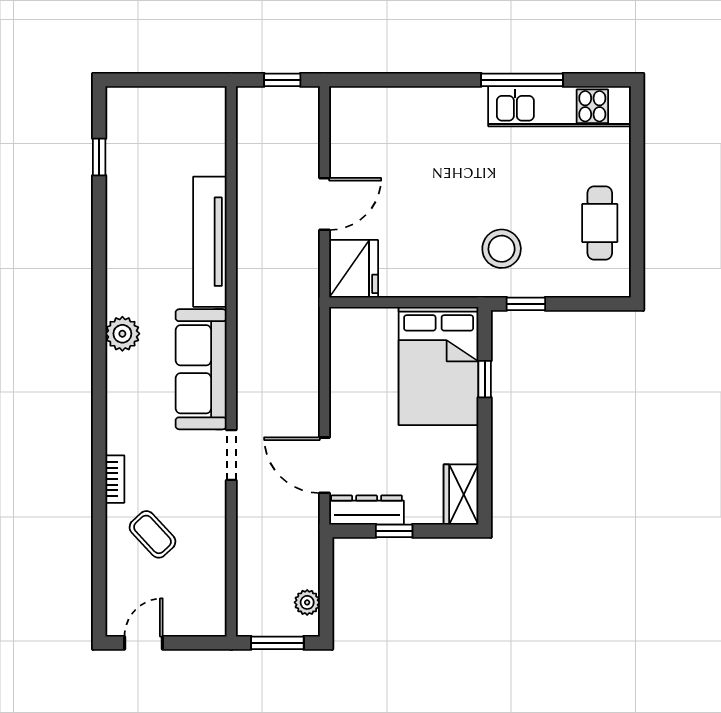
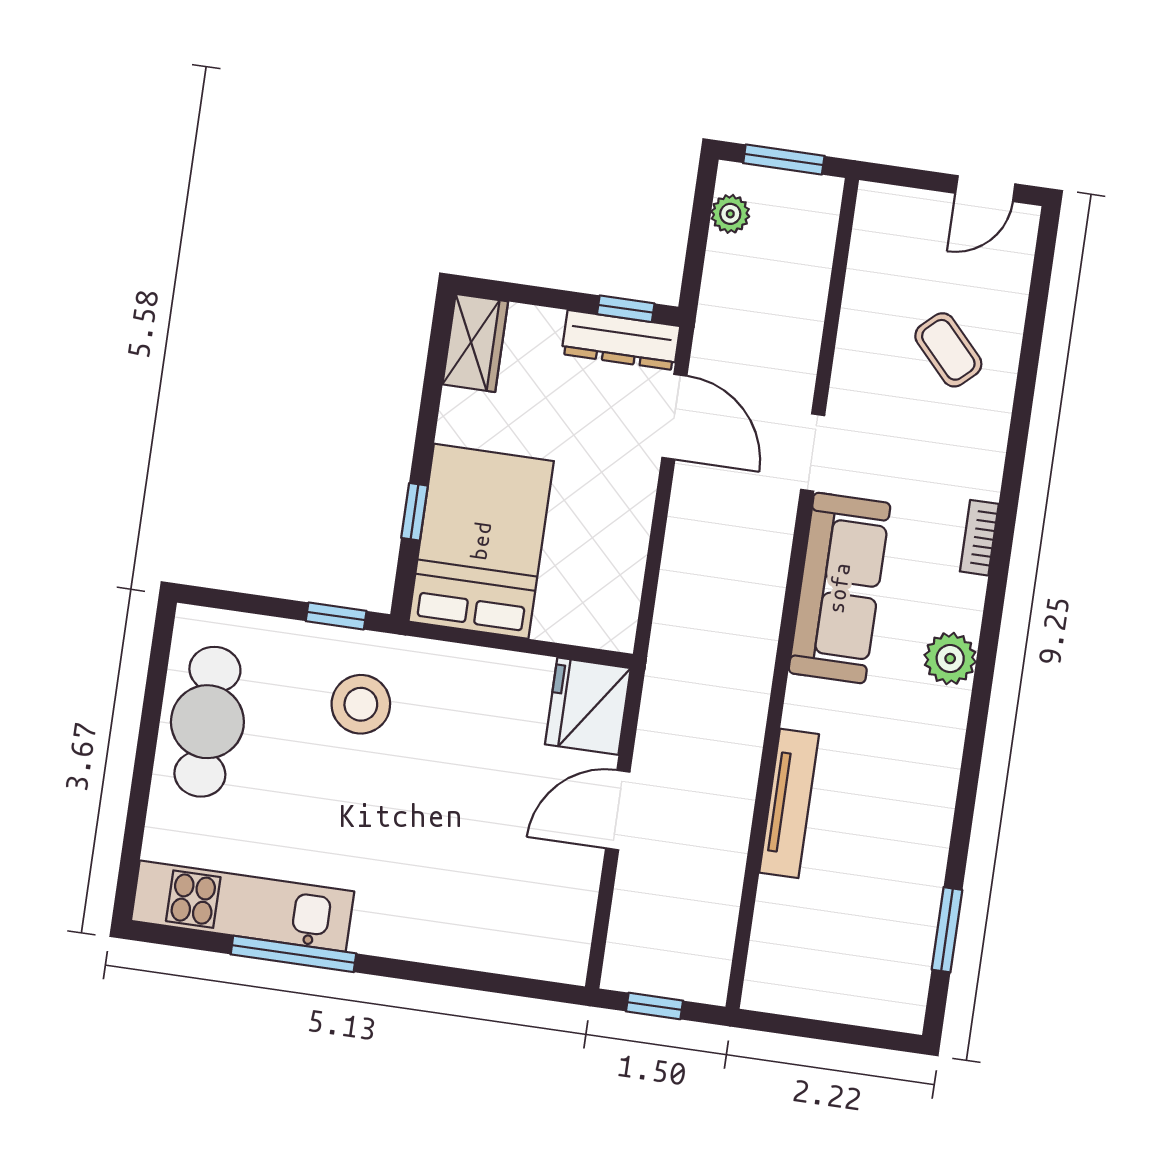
window: (99, 157) -> (947, 930), width x1.50
cafe table: (600, 223) -> (207, 722), width x1.37, depth x1.35
tv unit: (210, 242) -> (789, 803), width x0.73, depth x0.78
bookcase: (115, 479) -> (979, 538), moved
window: (394, 531) -> (626, 309), moved

